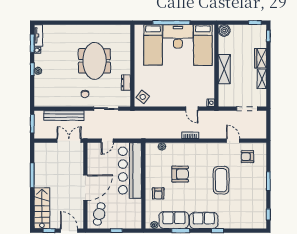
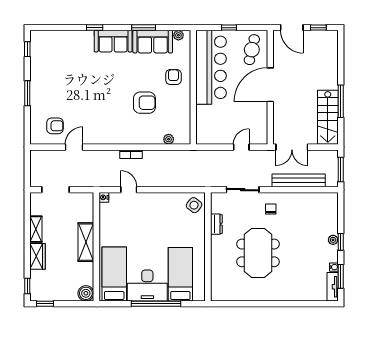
door: (233, 141) -> (74, 147), swing flipped
bar counter: (130, 171) -> (211, 67), moved
armchair: (180, 174) -> (144, 103), turned 180
coffee table: (221, 180) -> (90, 95), removed
stairs: (42, 208) -> (328, 117), moved

